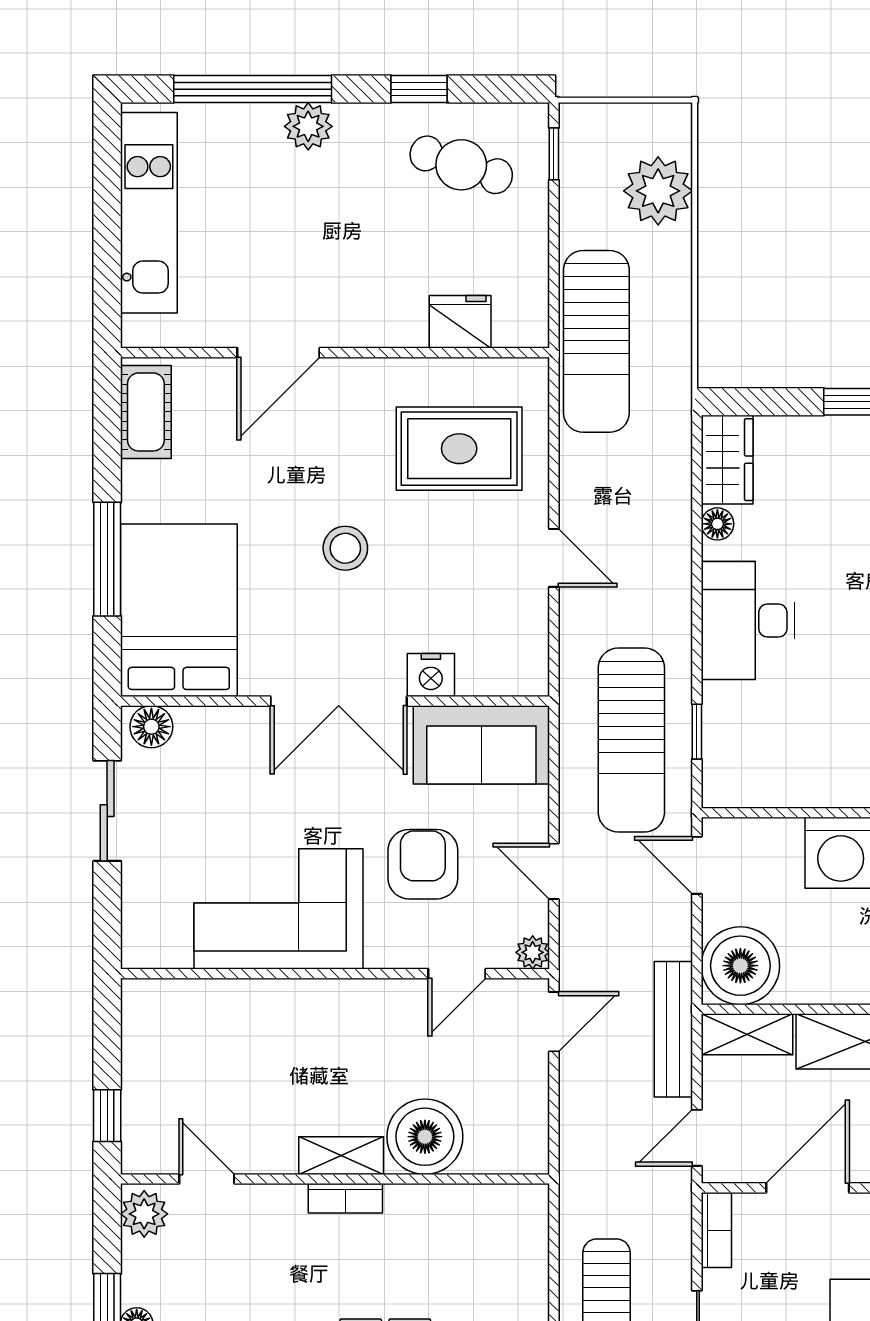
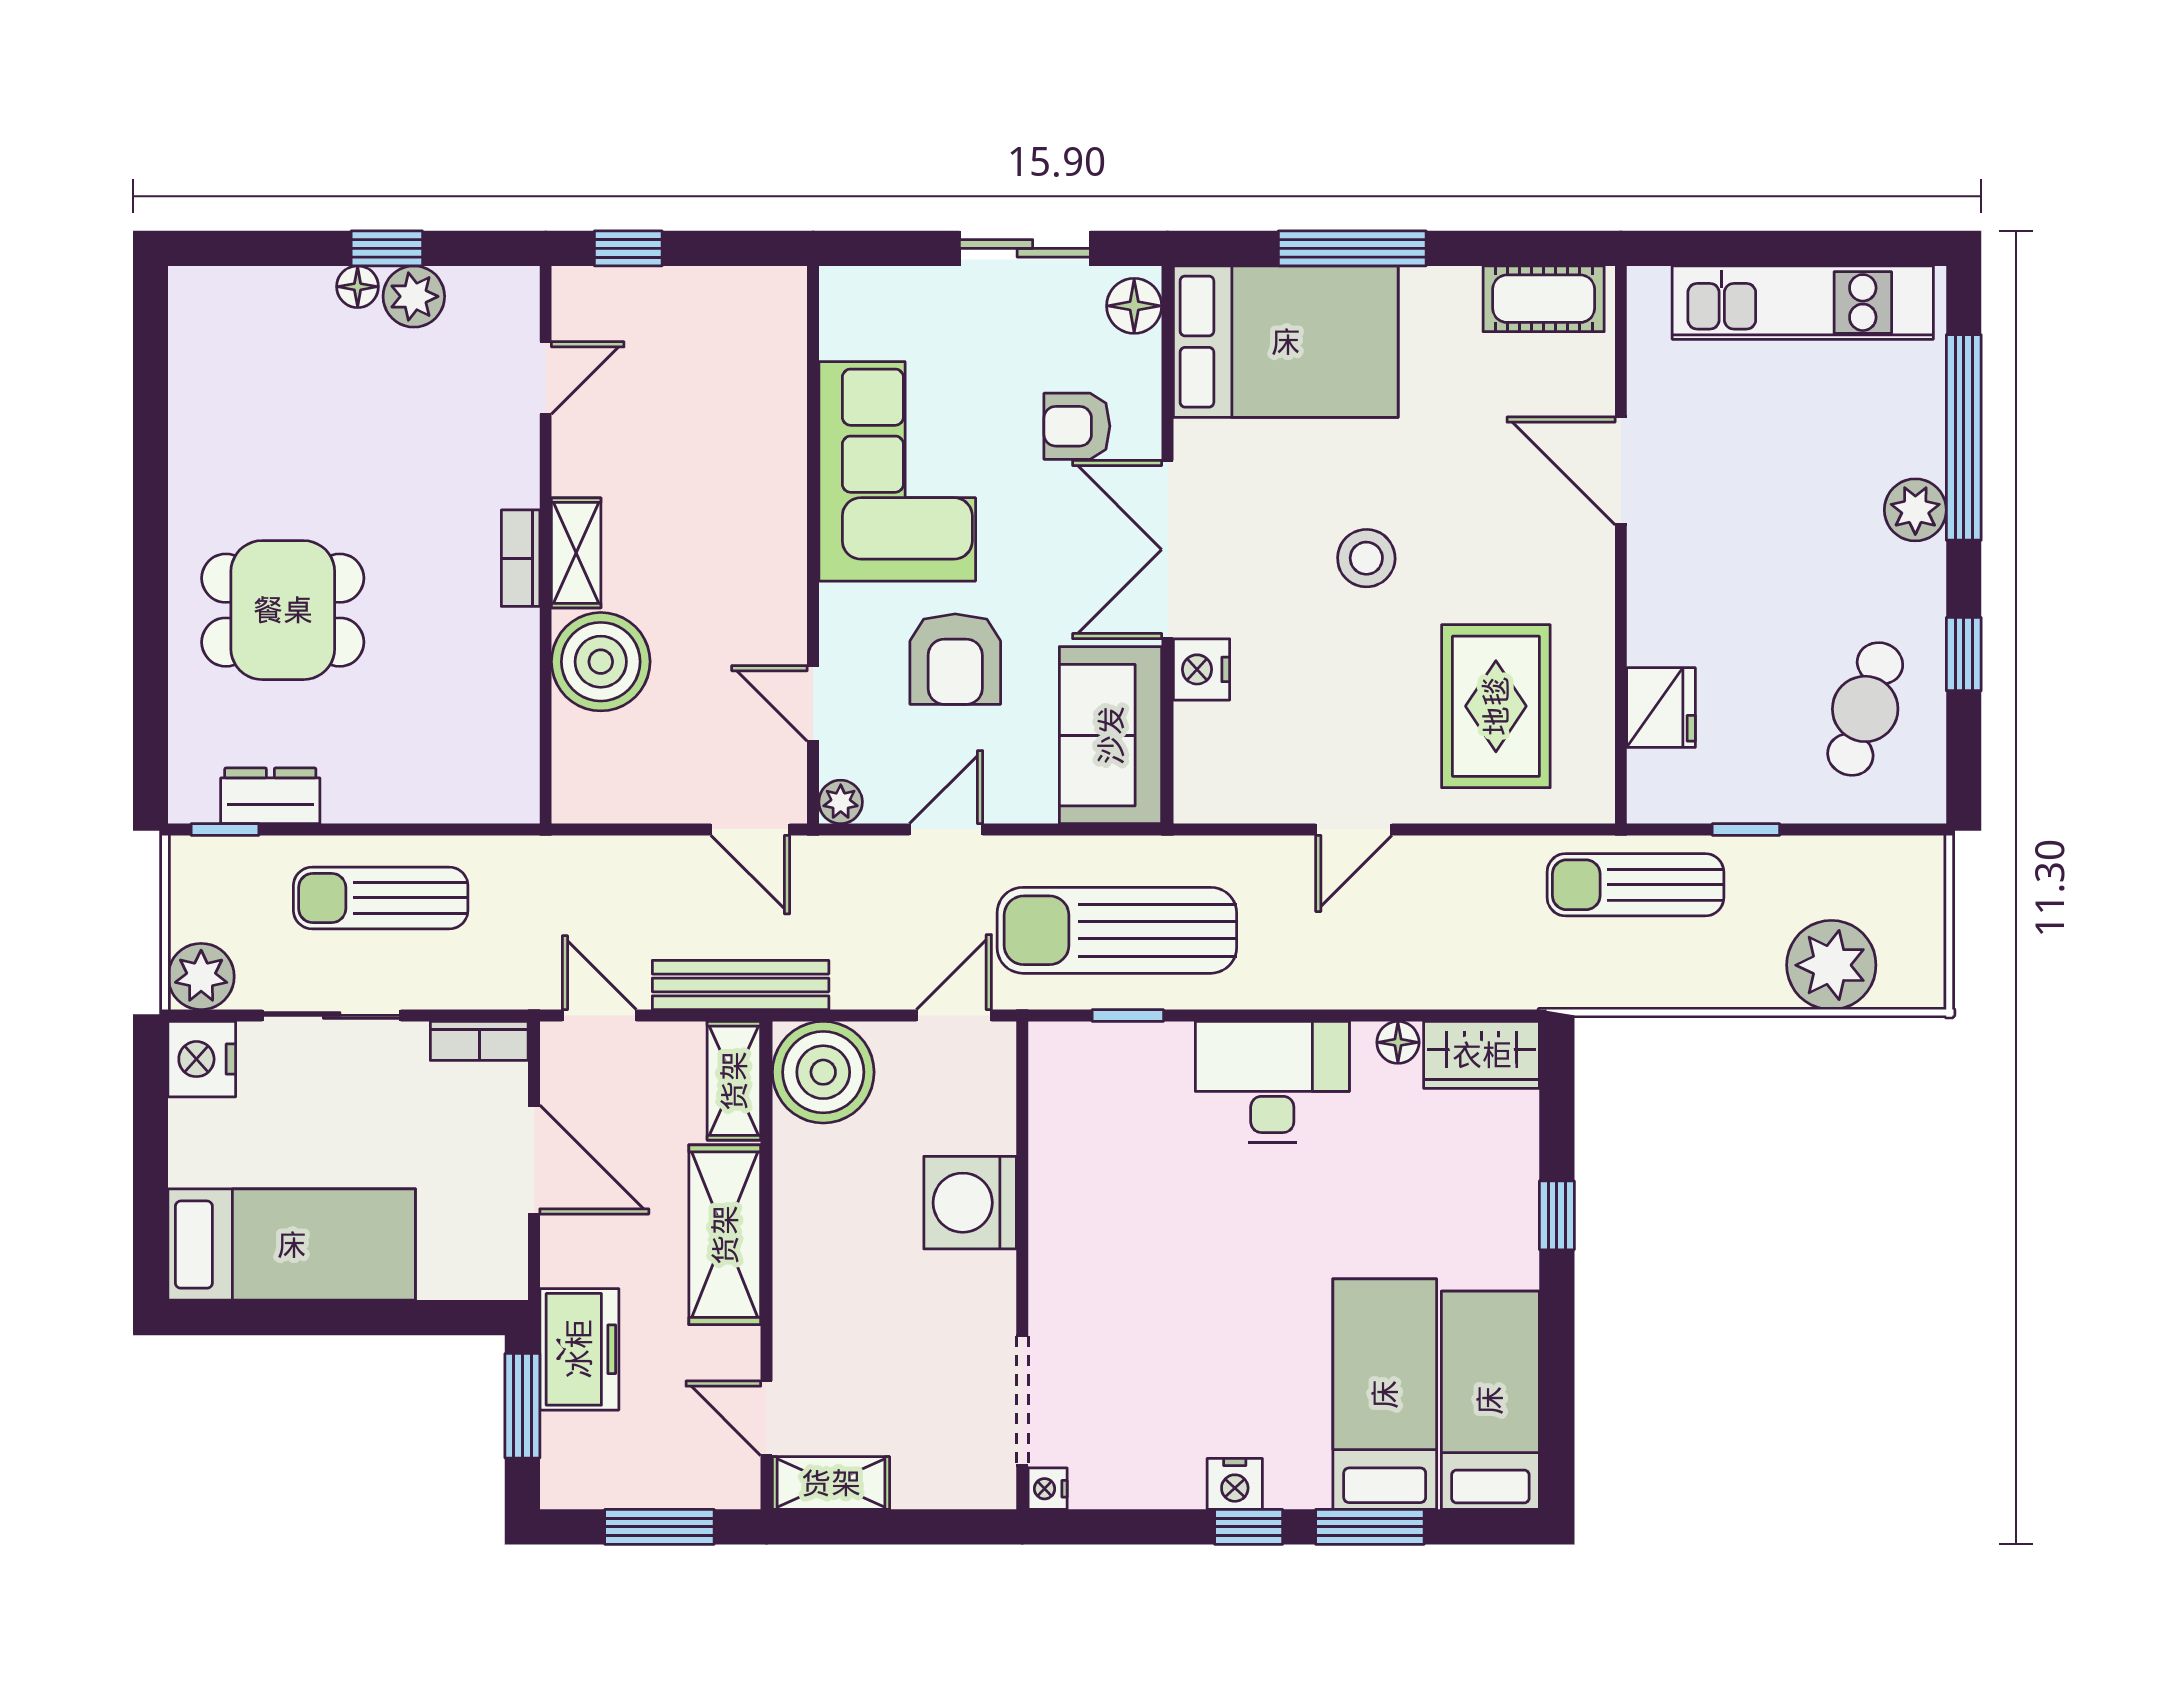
window: (554, 154) -> (1746, 829), moved
sun lounger: (596, 341) -> (1635, 885), width x0.73, depth x0.75
armchair: (244, 771) -> (1077, 426), added
armchair: (423, 864) -> (955, 659), turned 90
plant: (144, 1214) -> (414, 296), moved

